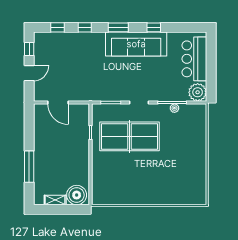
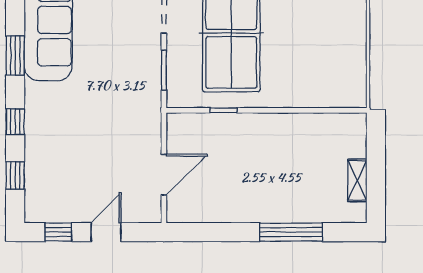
door: (29, 73) -> (106, 232), hinge flipped
boiler: (77, 195) -> (347, 138), removed

